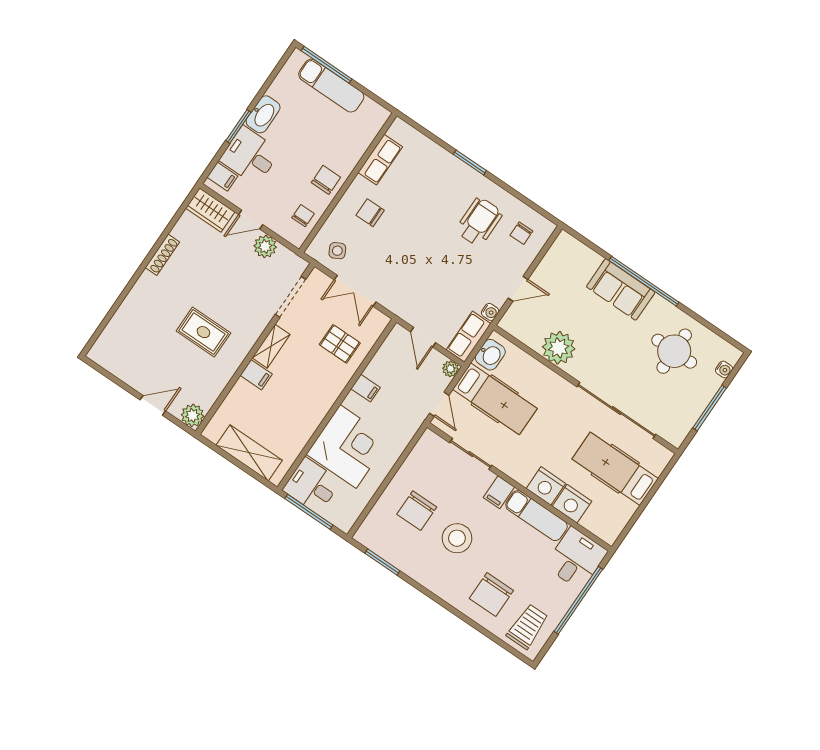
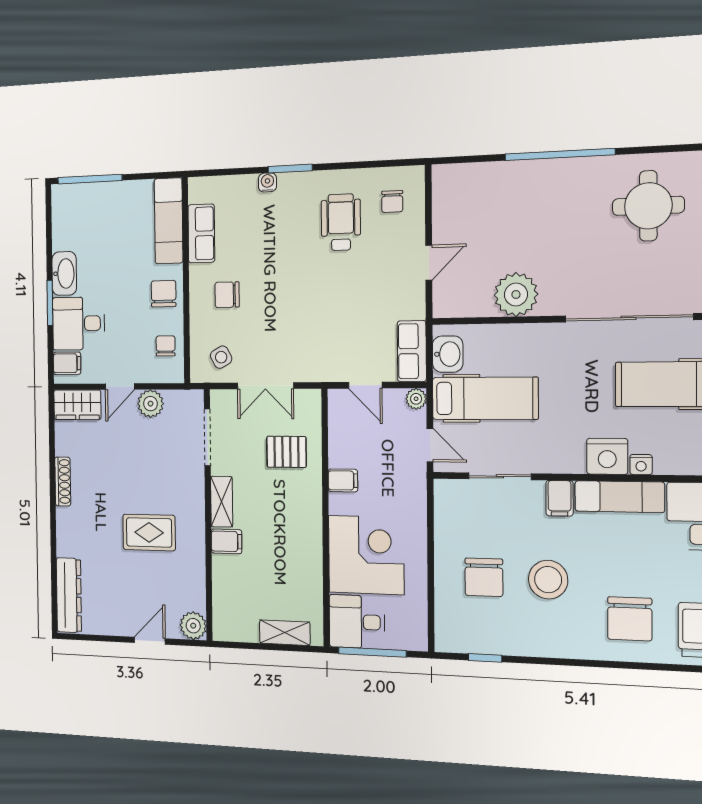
exam couch: (331, 86) -> (169, 221), moved, turned 90
sofa: (621, 289) -> (540, 182), removed
water cooler: (490, 312) -> (267, 182), moved, turned -90
dresser: (112, 336) -> (69, 595), added
shelving: (249, 453) -> (285, 633), width x0.67, depth x0.75
nightstand: (572, 504) -> (641, 465), width x0.53, depth x0.56
window: (382, 562) -> (485, 658), width x0.67

